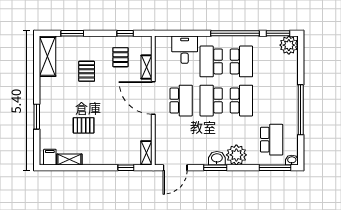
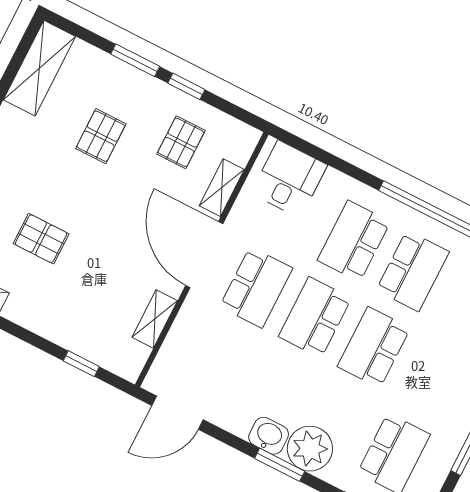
window: (72, 33) -> (135, 60), moved
window: (125, 33) -> (186, 86), moved
desk: (185, 50) -> (289, 179), moved
school desk: (241, 101) -> (374, 347), turned 180
shelving: (146, 153) -> (155, 319), moved
window: (215, 168) -> (280, 465), moved

